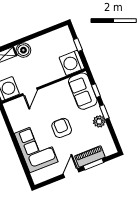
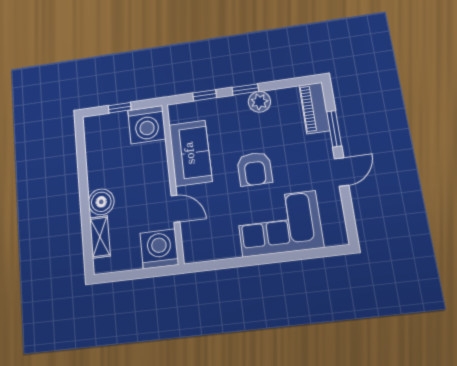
sofa: (83, 91) -> (190, 153), moved, turned -90
armchair: (62, 128) -> (255, 169), turned -90
piano: (90, 156) -> (314, 108), moved
door: (71, 173) -> (342, 172), swing flipped

